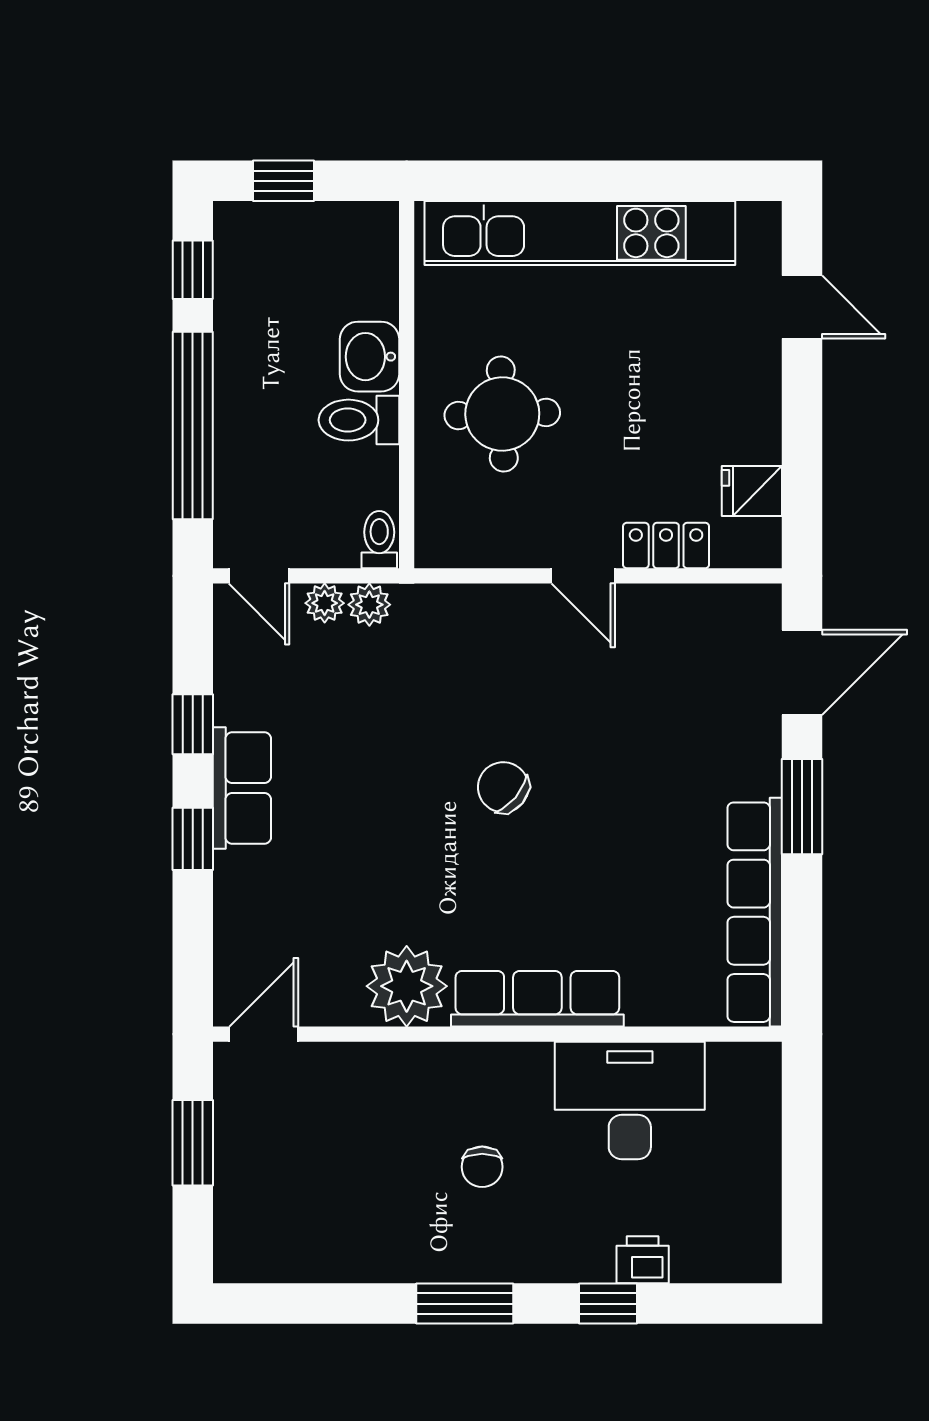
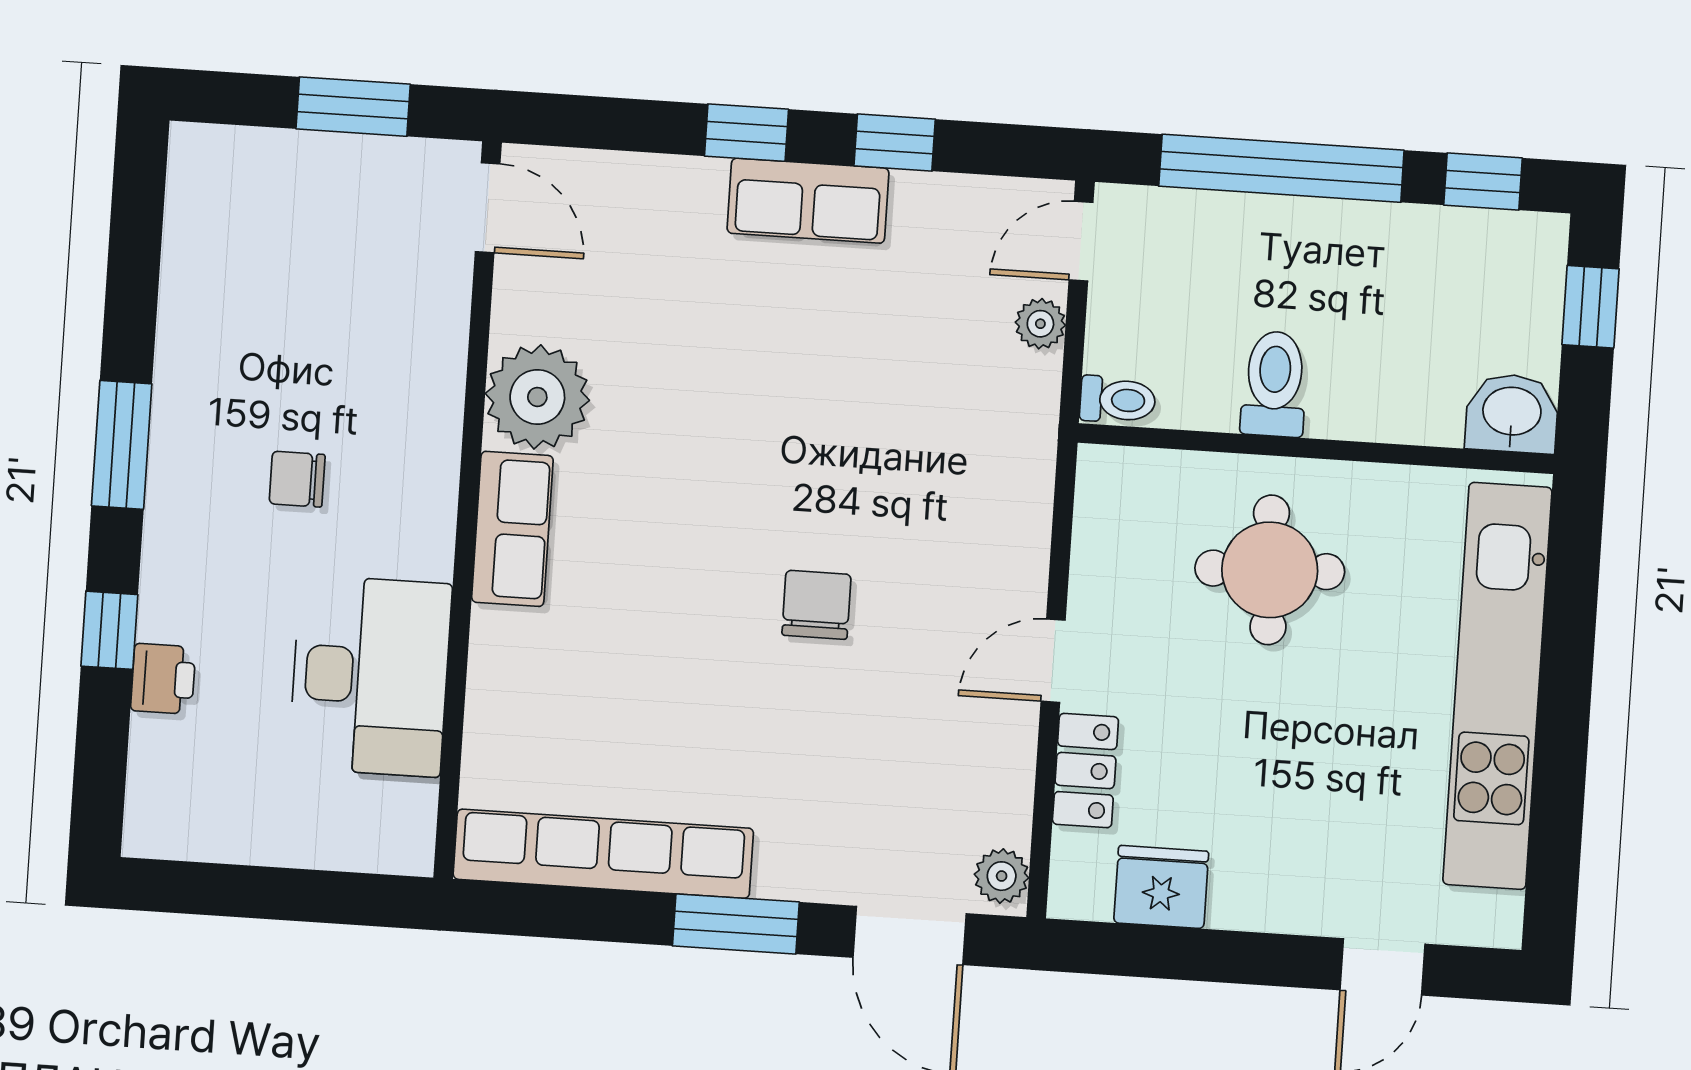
washbasin: (370, 357) -> (1512, 413), moved
fridge: (752, 491) -> (1161, 887), width x1.38
plant: (369, 605) -> (1002, 876), moved
chair: (503, 787) -> (816, 605), moved, turned -40
row of seats: (537, 999) -> (512, 529), width x0.68

